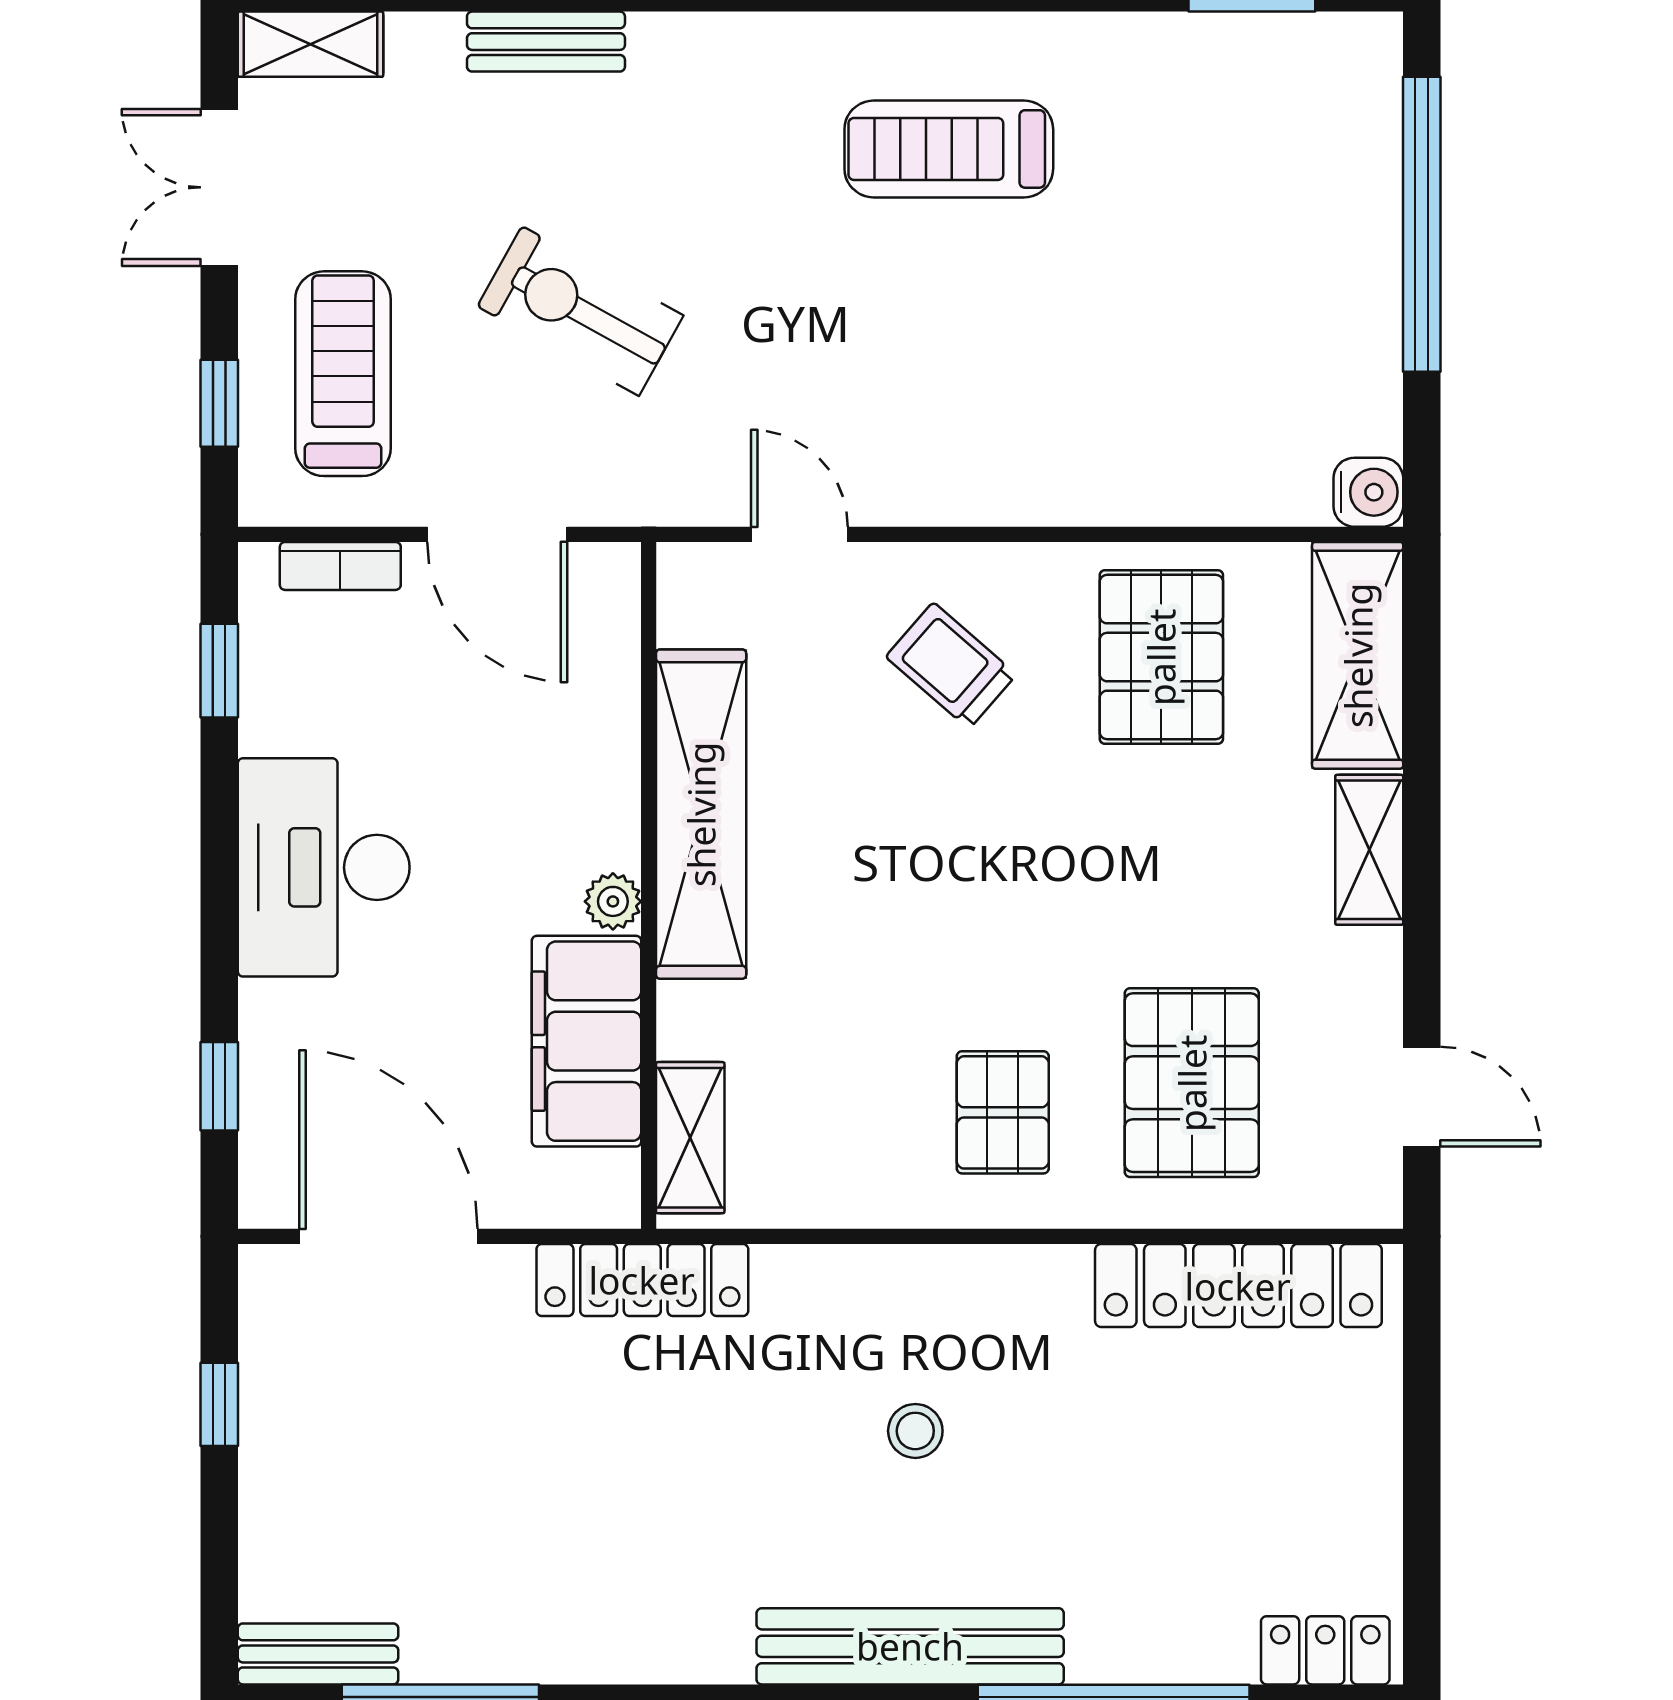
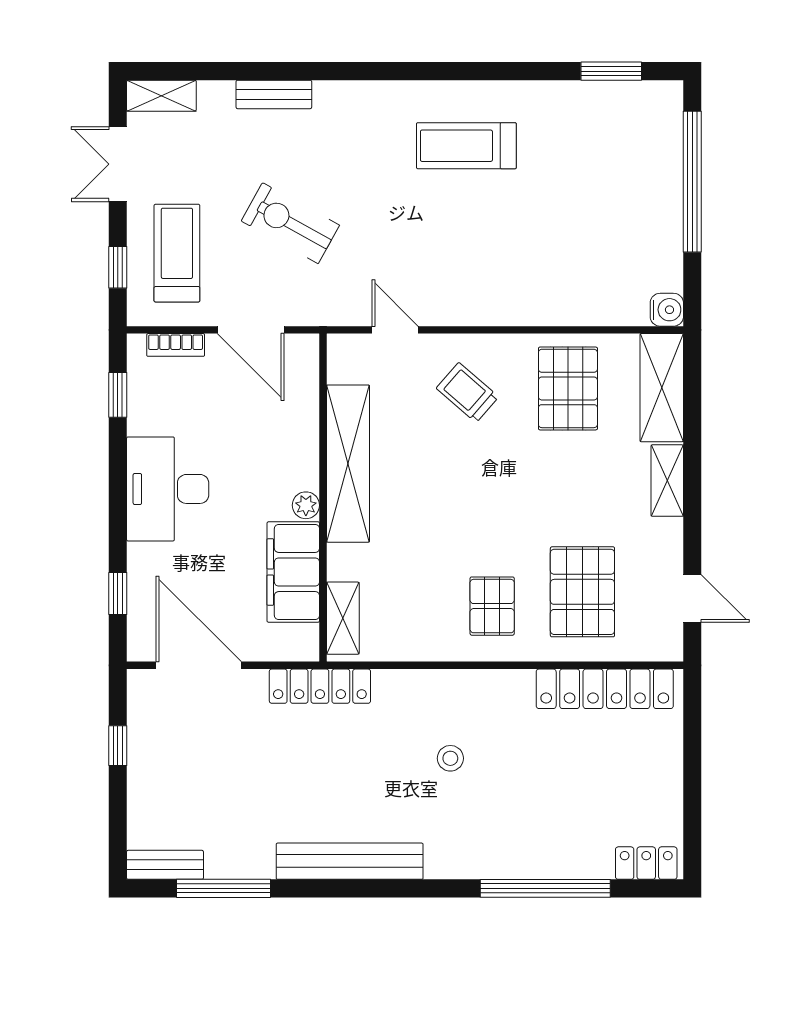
bench: (910, 1646) -> (350, 861), moved

